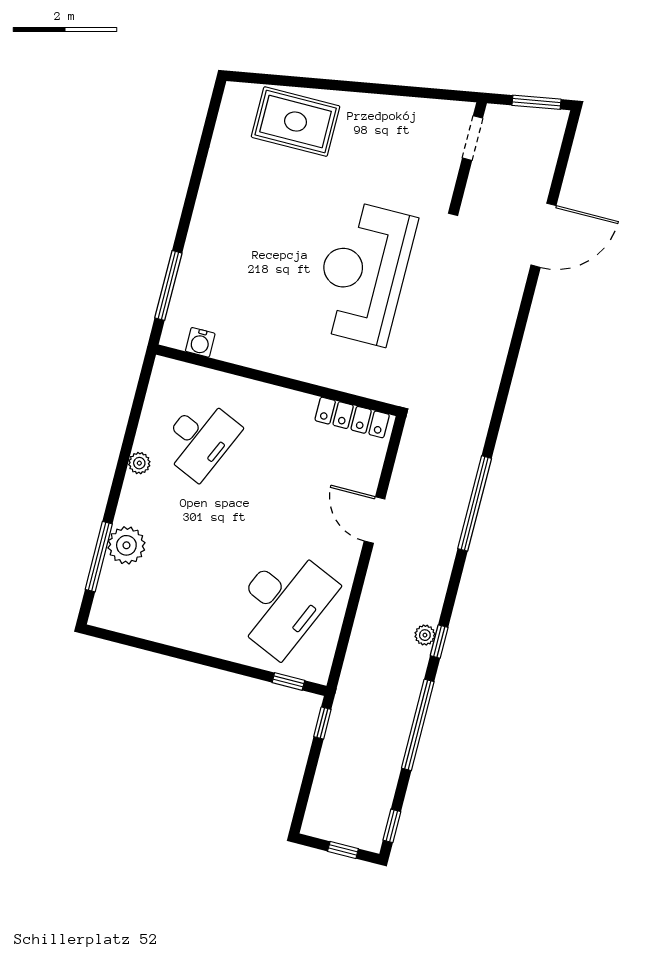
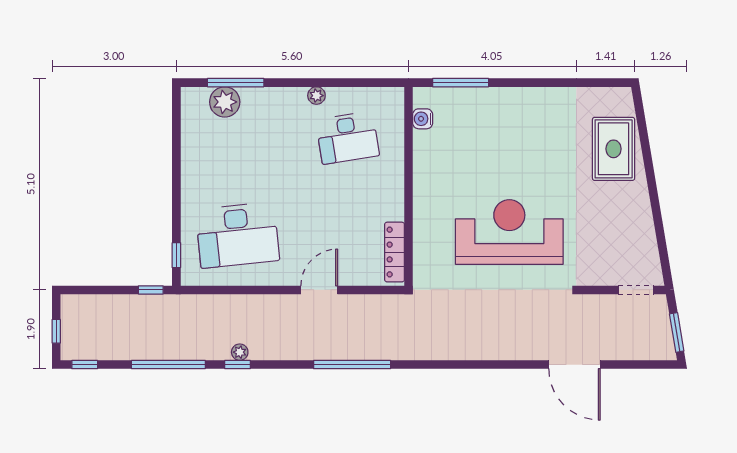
desk: (200, 439) -> (347, 138), turned -33
plant: (126, 545) -> (225, 102), moved
desk: (283, 602) -> (237, 235), turned -30

